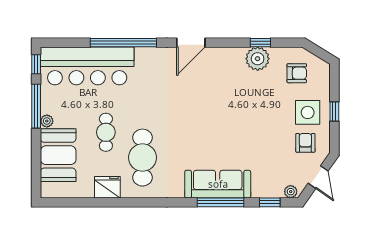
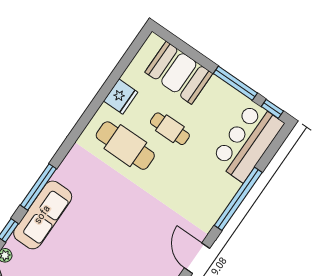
bar counter: (87, 66) -> (247, 142), width x0.73
plant: (47, 121) -> (216, 84), removed
sofa: (218, 184) -> (43, 215), moved

